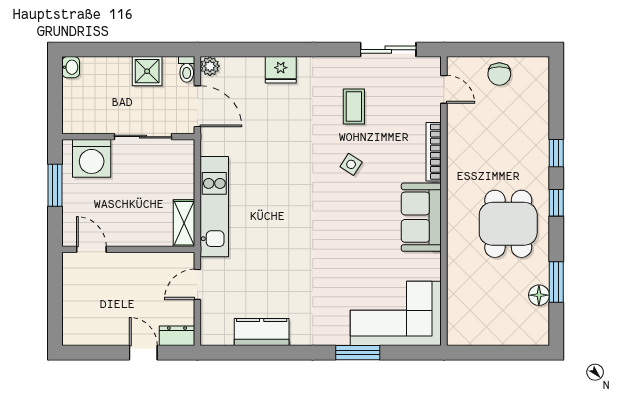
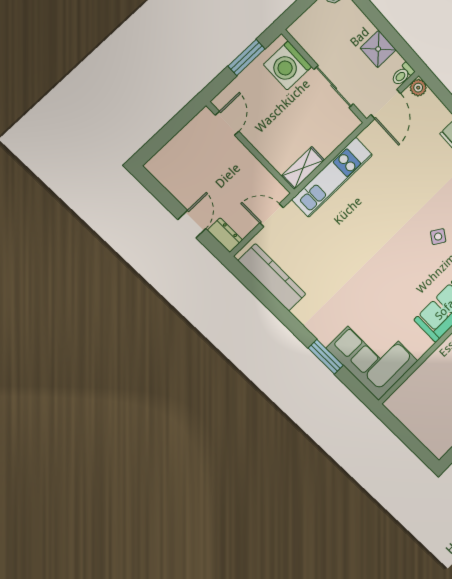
kitchen counter: (262, 332) -> (272, 278), width x1.50

